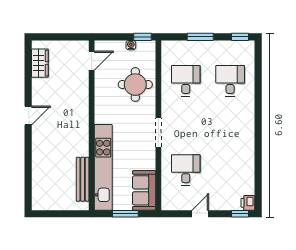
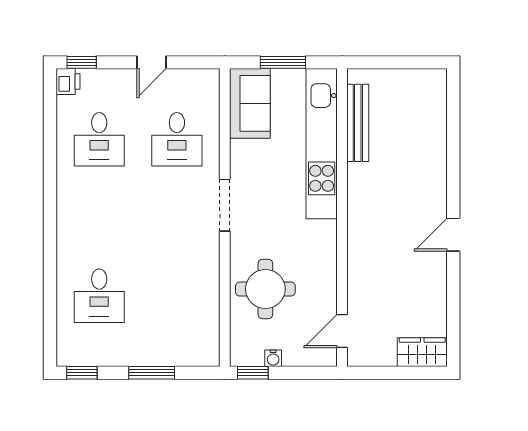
wardrobe: (40, 63) -> (422, 352), moved, turned 90
desk: (186, 81) -> (99, 139), moved

